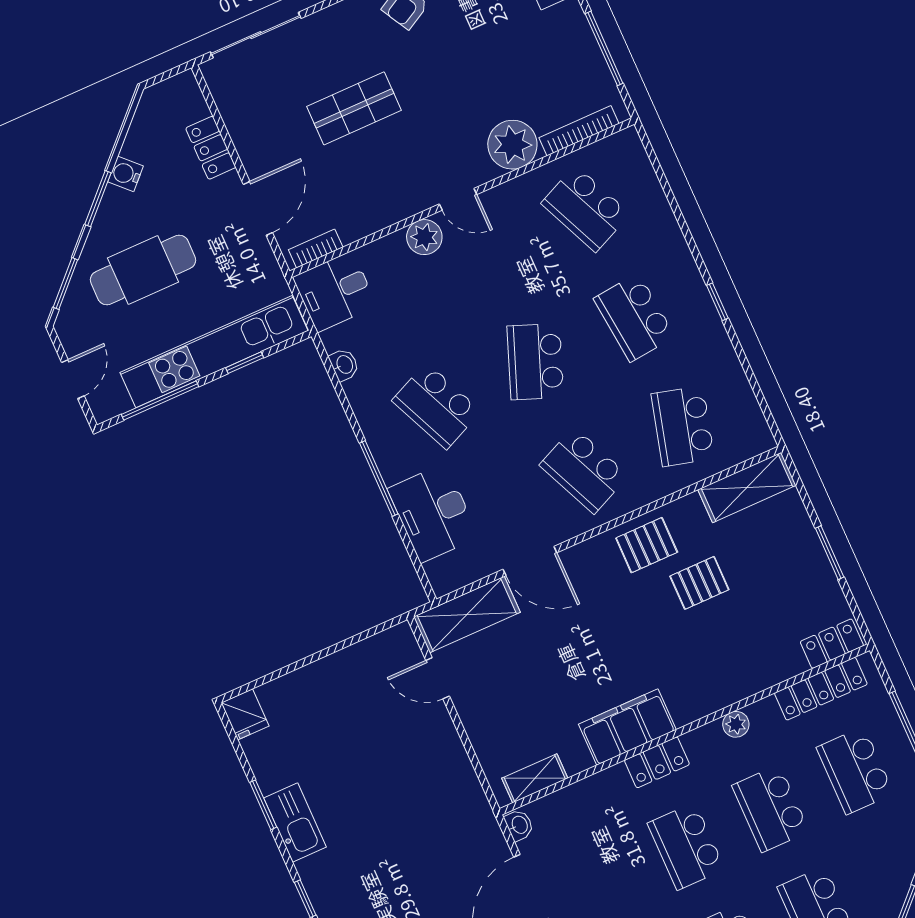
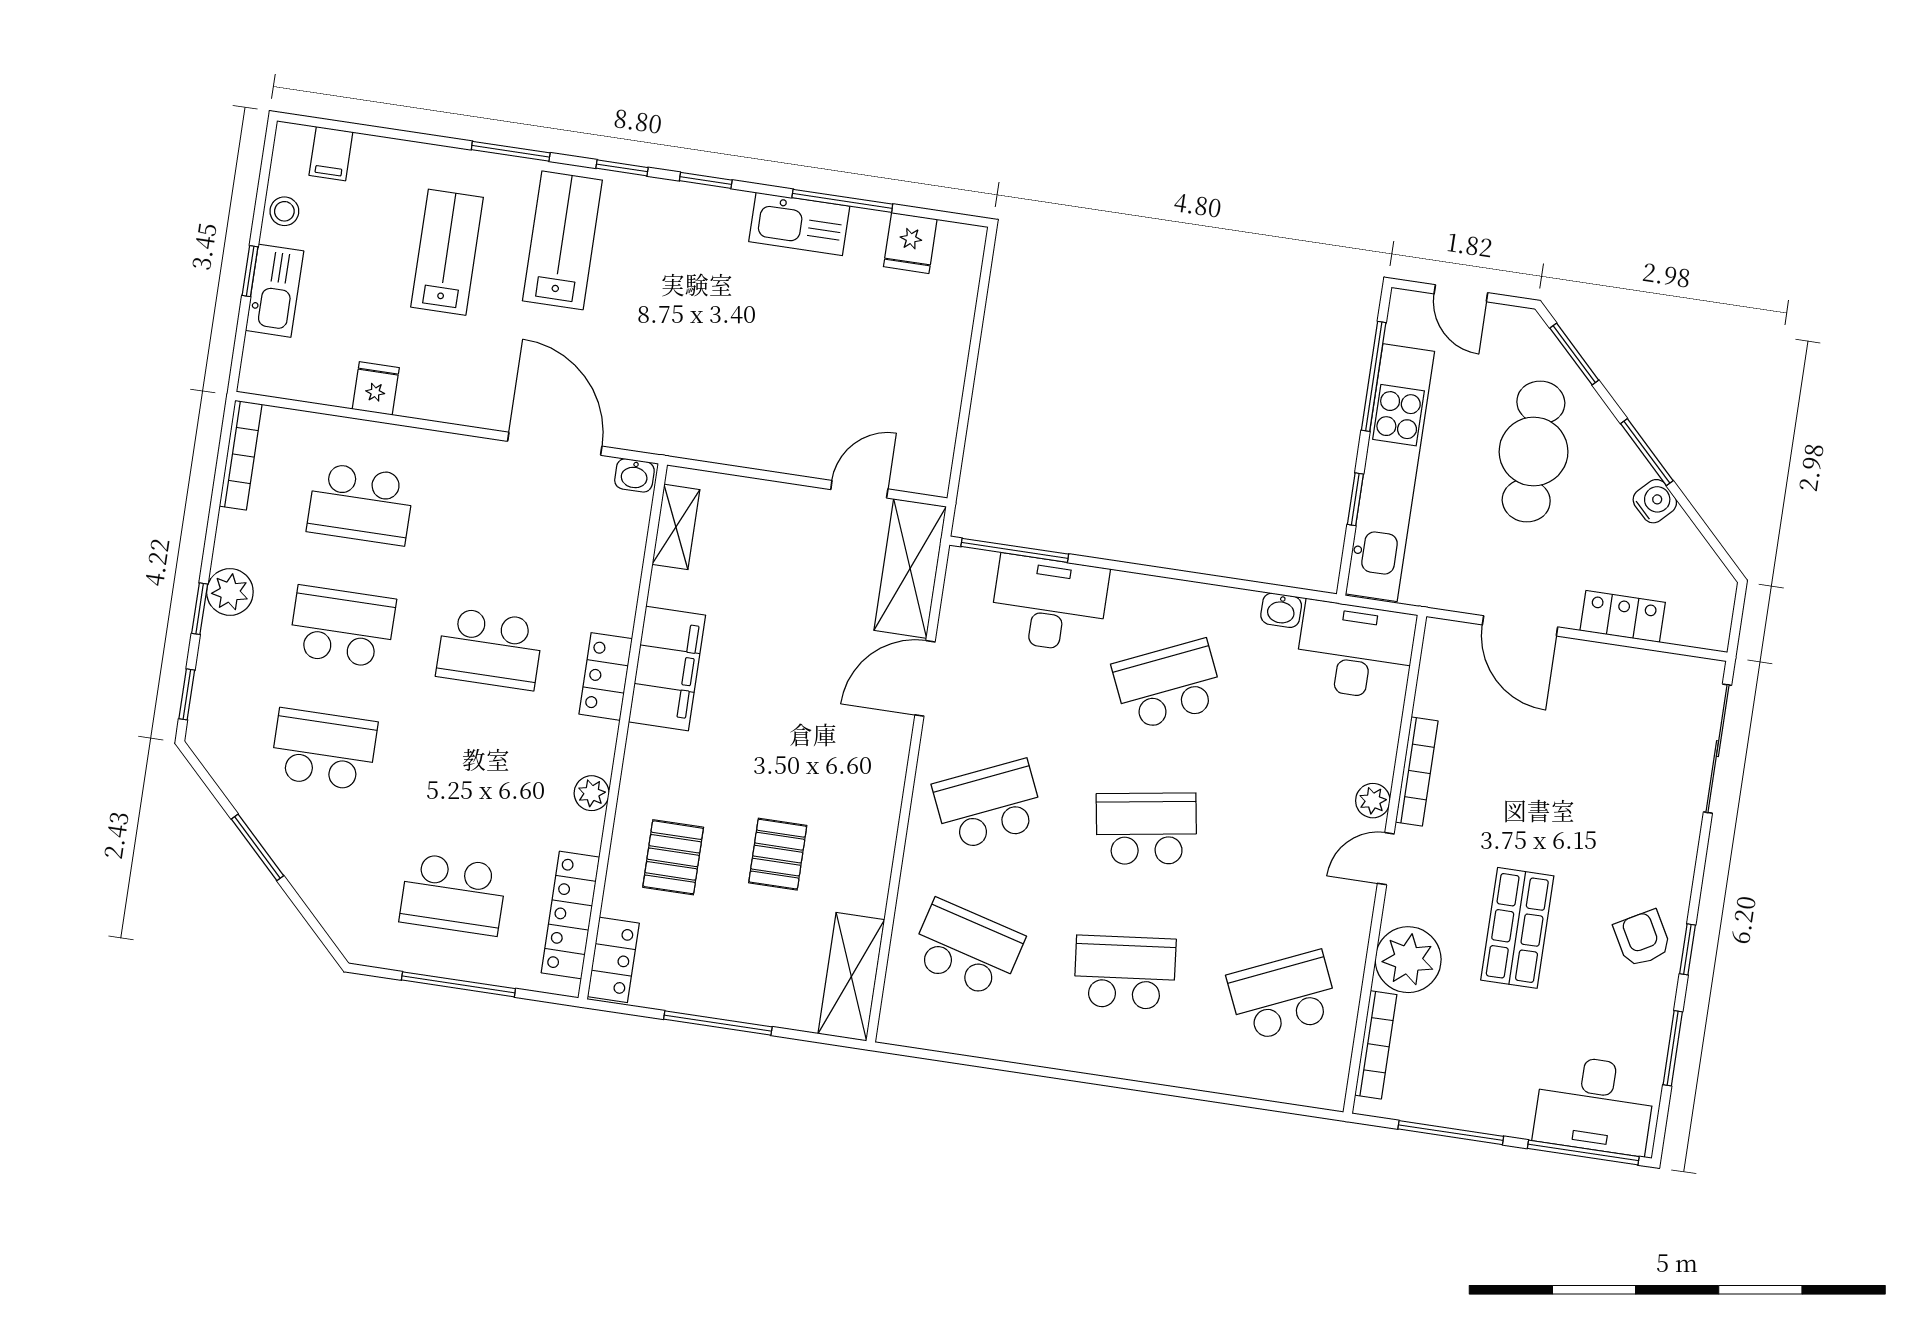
shop shelf: (354, 108) -> (1517, 928), moved
plant: (424, 237) -> (1373, 801), width x0.73, depth x0.73
bookcase: (316, 248) -> (1417, 772), moved, width x1.56
desk: (335, 291) -> (1355, 650), width x1.37
window: (717, 302) -> (1082, 1078), removed
school desk: (535, 362) -> (1146, 829), turned -30
window: (379, 479) -> (1015, 550), moved
pallet: (647, 545) -> (673, 857), moved
window: (830, 553) -> (718, 1023), width x1.44
fridge: (245, 714) -> (910, 243), moved, turned -90
school desk: (855, 771) -> (453, 894), turned 180
window: (263, 805) -> (842, 201), width x1.44
school desk: (771, 808) -> (471, 772), removed
school desk: (686, 846) -> (490, 649), turned 180

